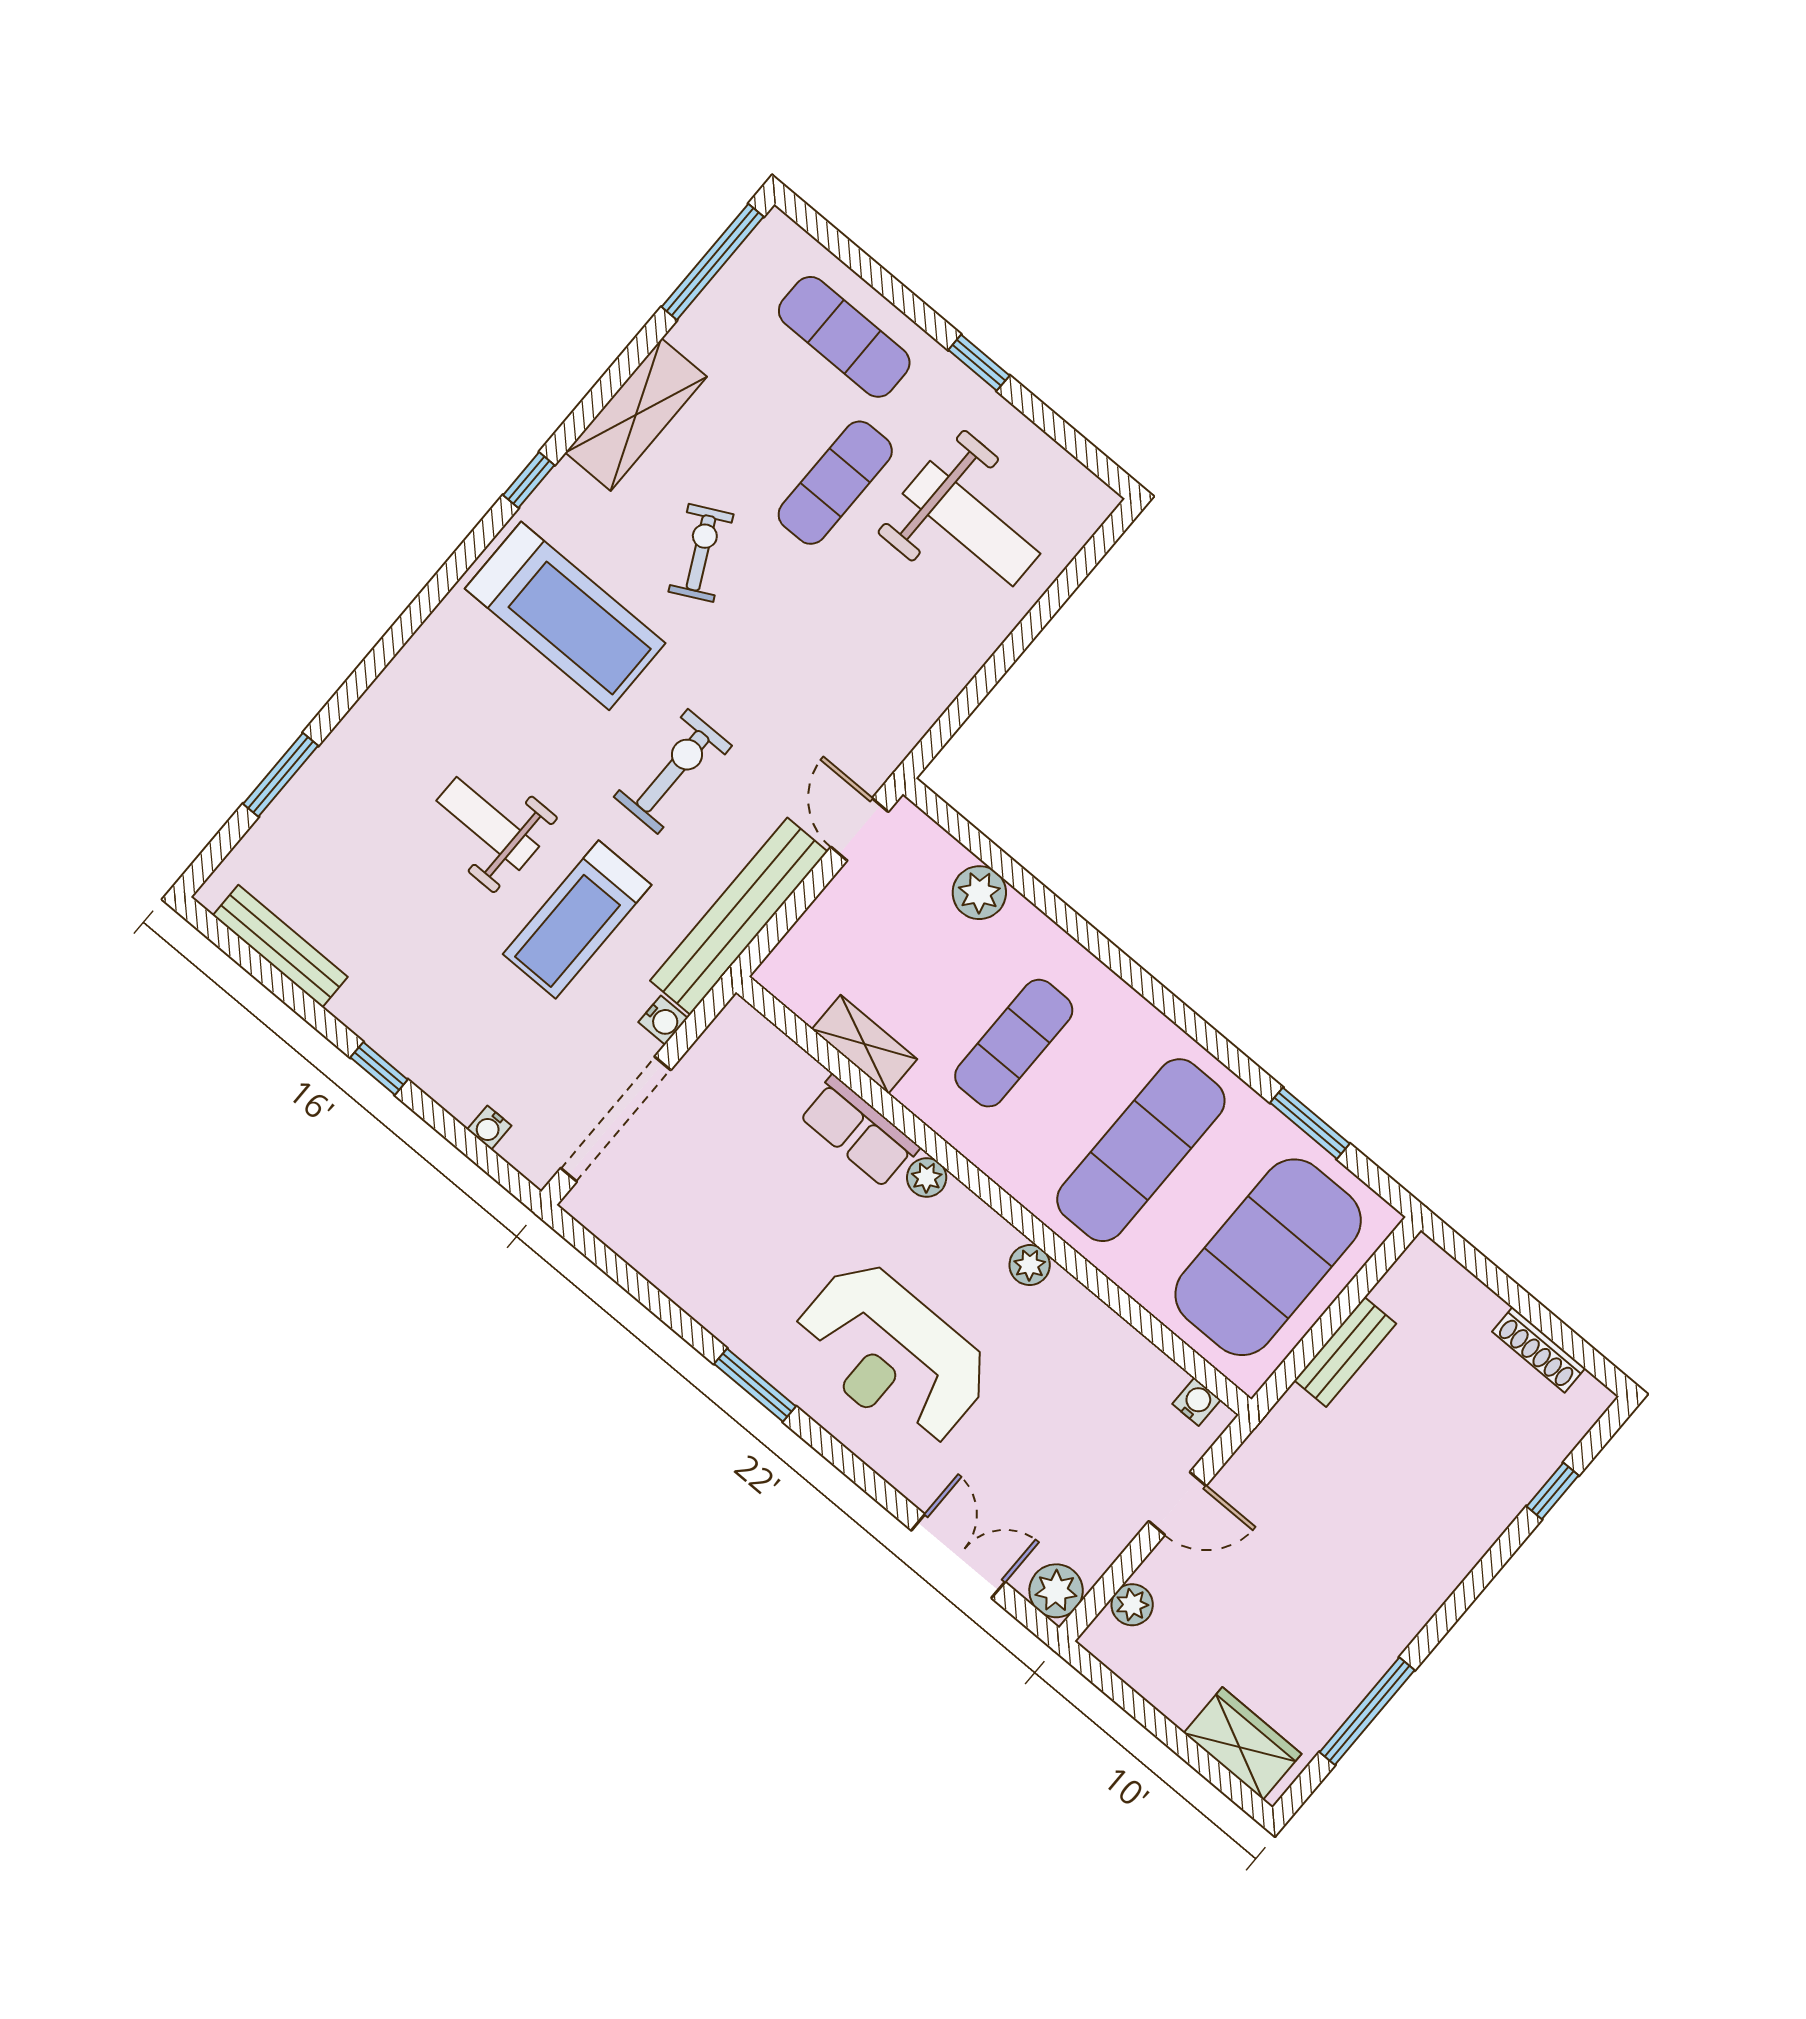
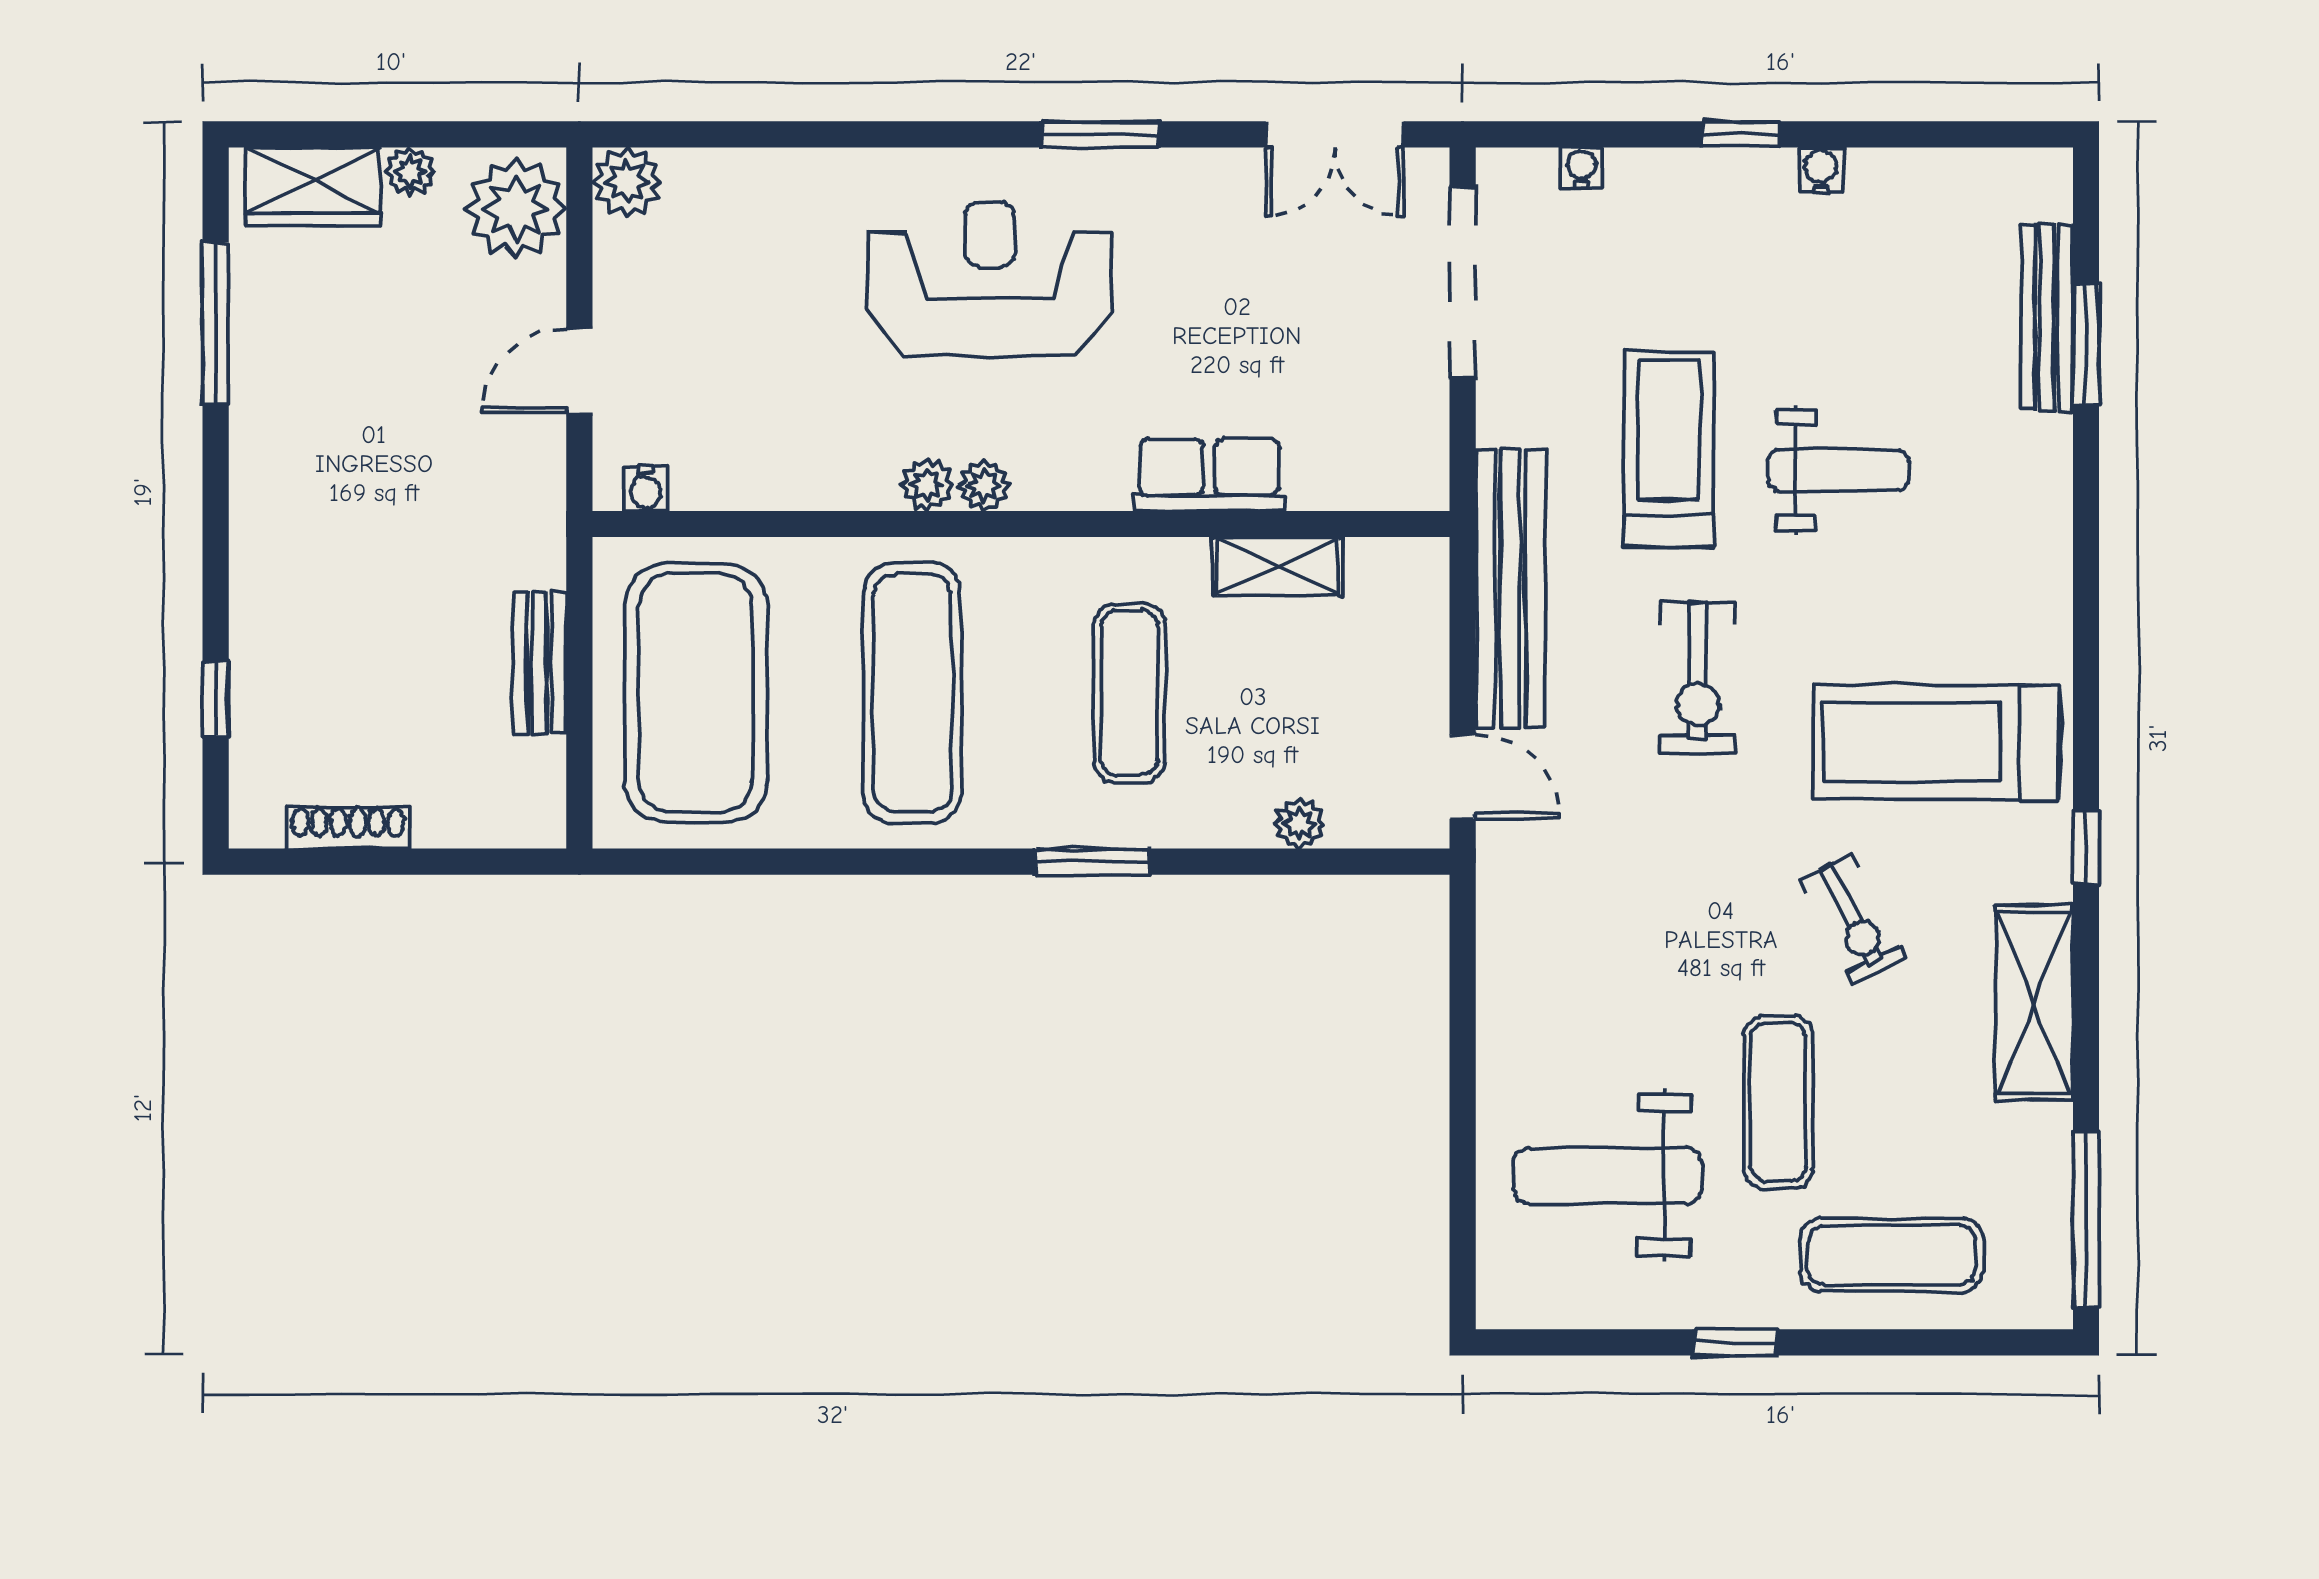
plant: (979, 893) -> (1299, 823), width x0.73, depth x0.73
bench: (280, 946) -> (2047, 317), moved, turned 90
water cooler: (663, 1020) -> (1821, 170), moved, turned 90
window: (1310, 1123) -> (1092, 862), moved
plant: (927, 1177) -> (984, 486), moved
double door: (958, 1556) -> (1335, 134), moved
plant: (1132, 1605) -> (516, 208), width x1.87, depth x1.87
plant: (1178, 1704) -> (410, 172), added

